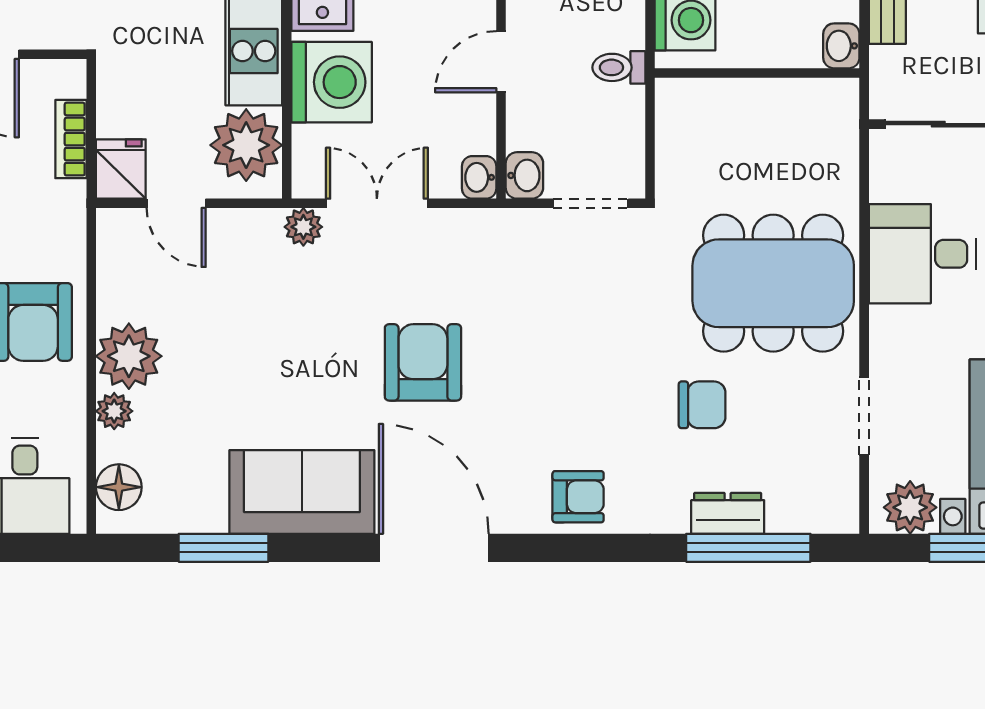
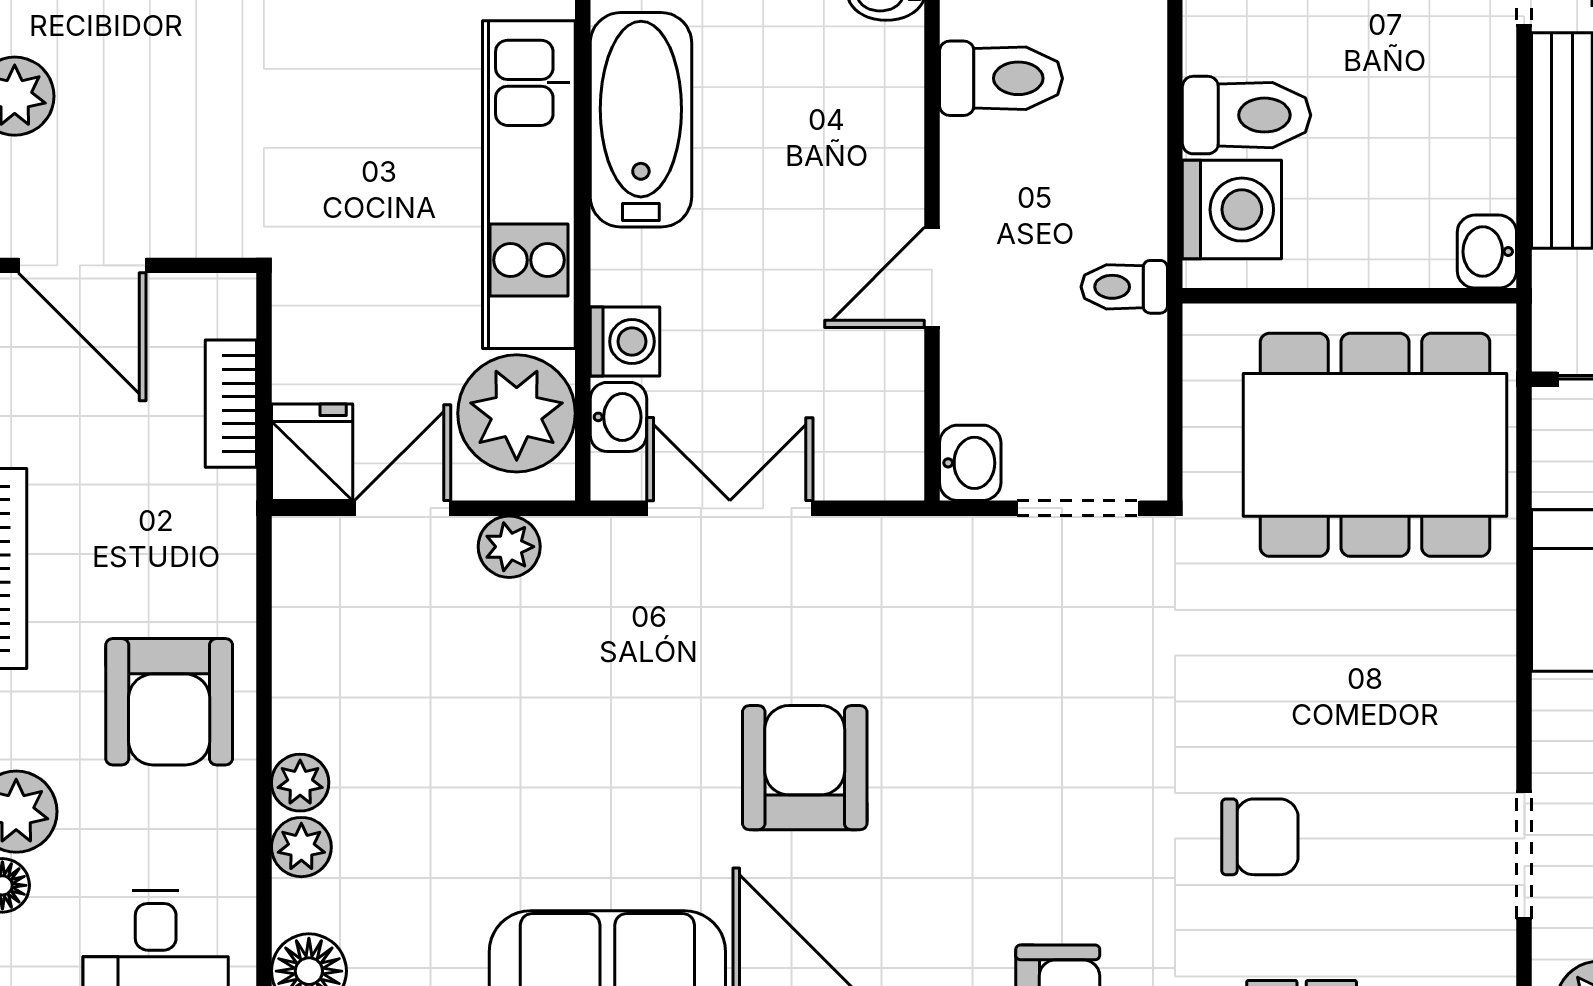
washing machine: (332, 82) -> (625, 342), width x0.53, depth x0.53
washbasin: (479, 177) -> (618, 417), moved, turned 180
door: (176, 203) -> (403, 508), swing flipped
plant: (303, 227) -> (509, 547), moved
dining table: (773, 283) -> (1375, 445), moved
plant: (129, 356) -> (300, 783), width x0.53, depth x0.53

